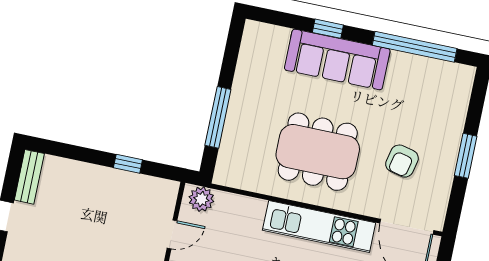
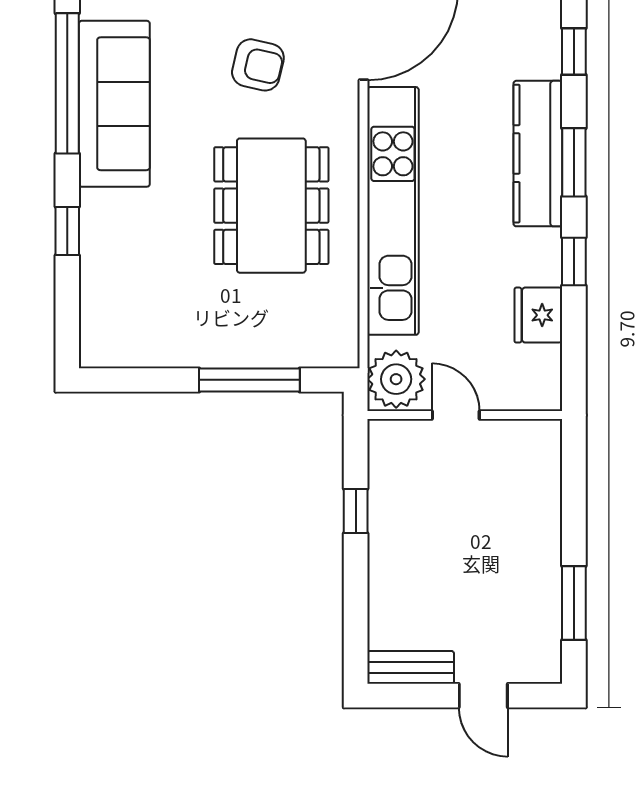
sofa: (337, 59) -> (114, 104), moved
plant: (201, 199) -> (396, 379), width x1.36, depth x1.36
kitchen unit: (319, 227) -> (393, 211), width x1.36

